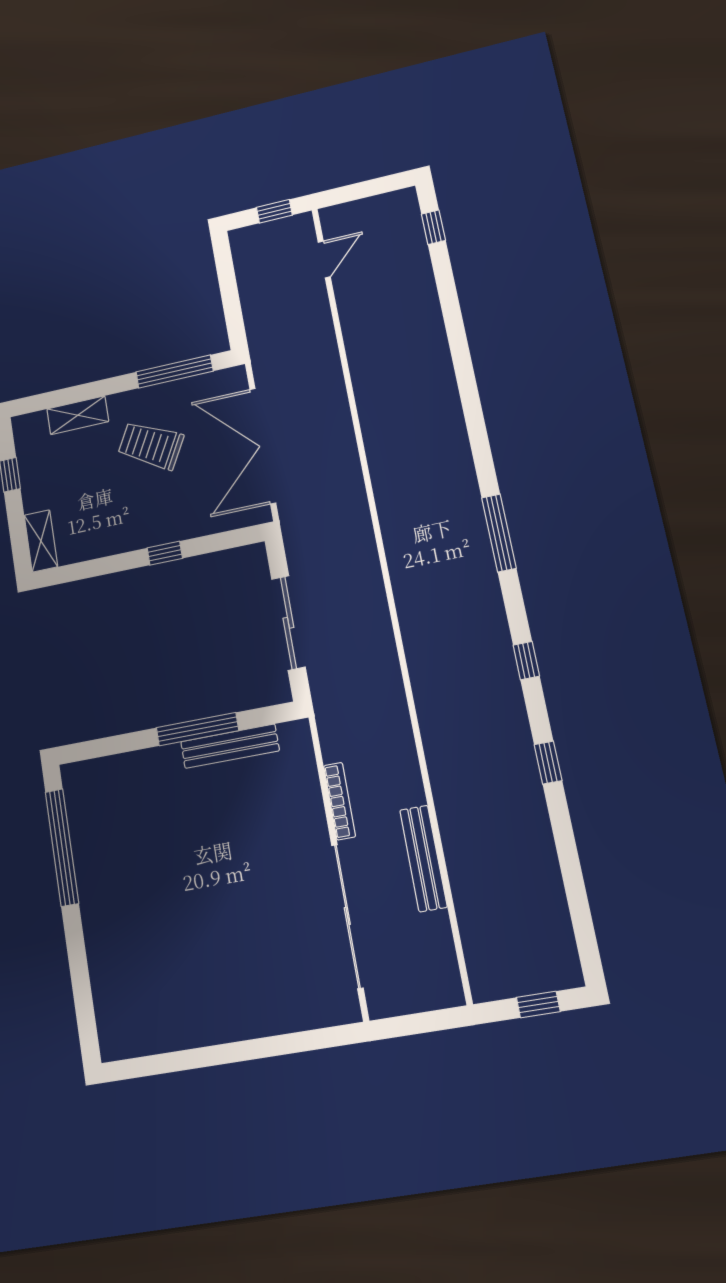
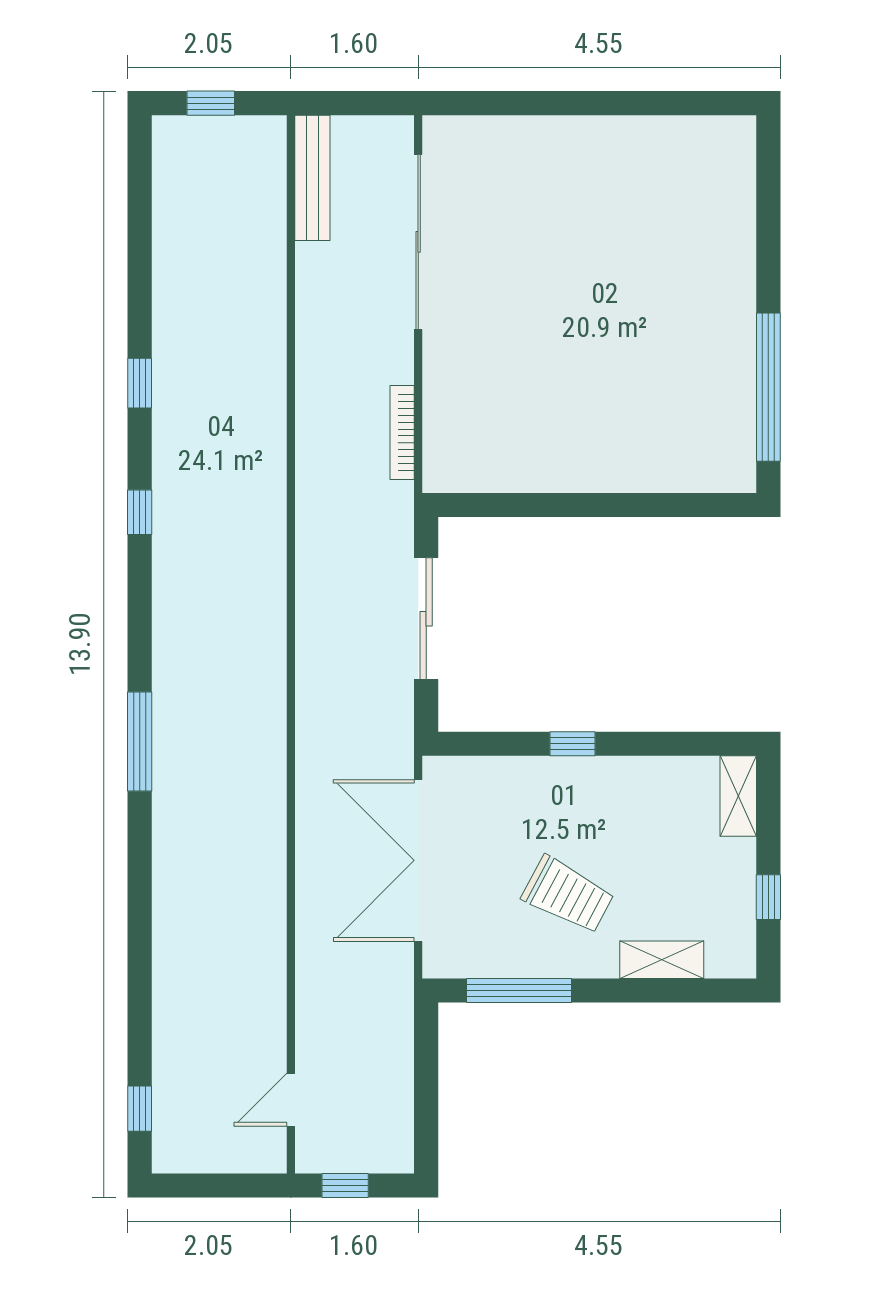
double door: (263, 446) -> (418, 860), swing flipped
window: (499, 533) -> (140, 742), moved
window: (197, 729) -> (567, 505), removed
bench: (230, 746) -> (529, 476), removed
bookcase: (340, 801) -> (402, 433), moved
bench: (423, 858) -> (312, 178), moved

